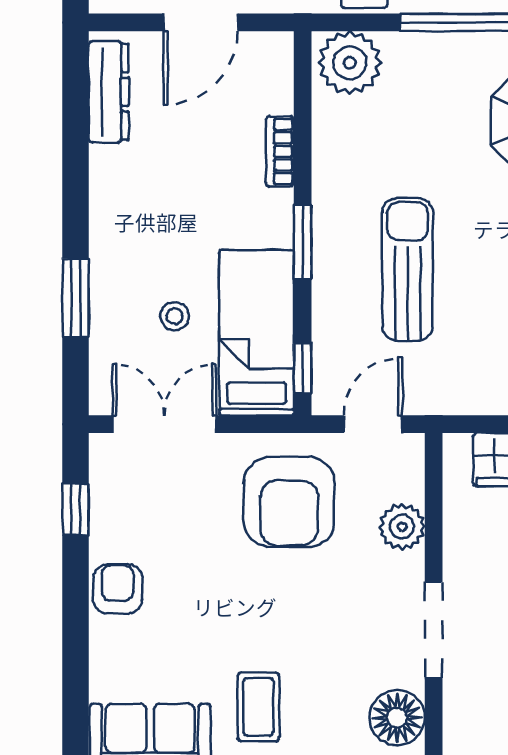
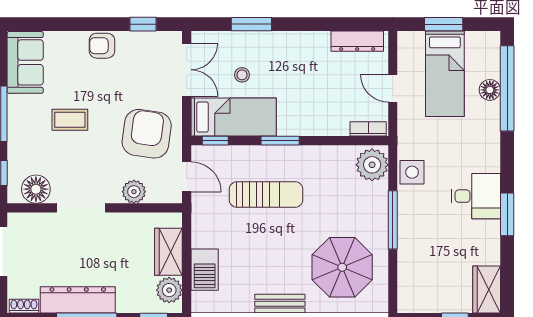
door: (201, 22) -> (393, 88), width x0.73
bookcase: (280, 151) -> (368, 129), moved
armchair: (289, 502) -> (147, 134), turned 98
armchair: (118, 589) -> (102, 46), turned 180
coffee table: (258, 707) -> (70, 120), moved

